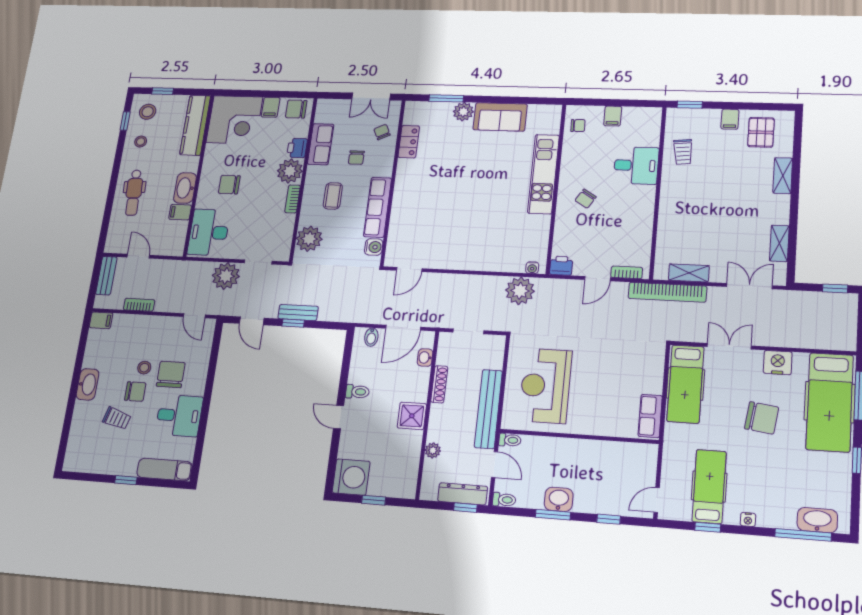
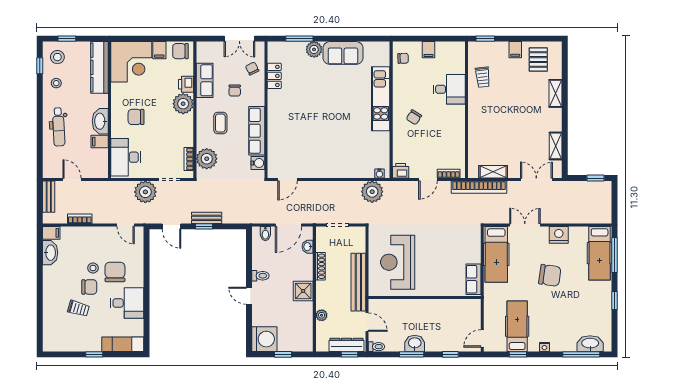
bookcase: (293, 199) -> (189, 159), moved
washbasin: (88, 384) -> (50, 253), moved
hospital bed: (830, 402) -> (600, 253), width x0.73, depth x0.78
toilet: (510, 440) -> (376, 304), removed

